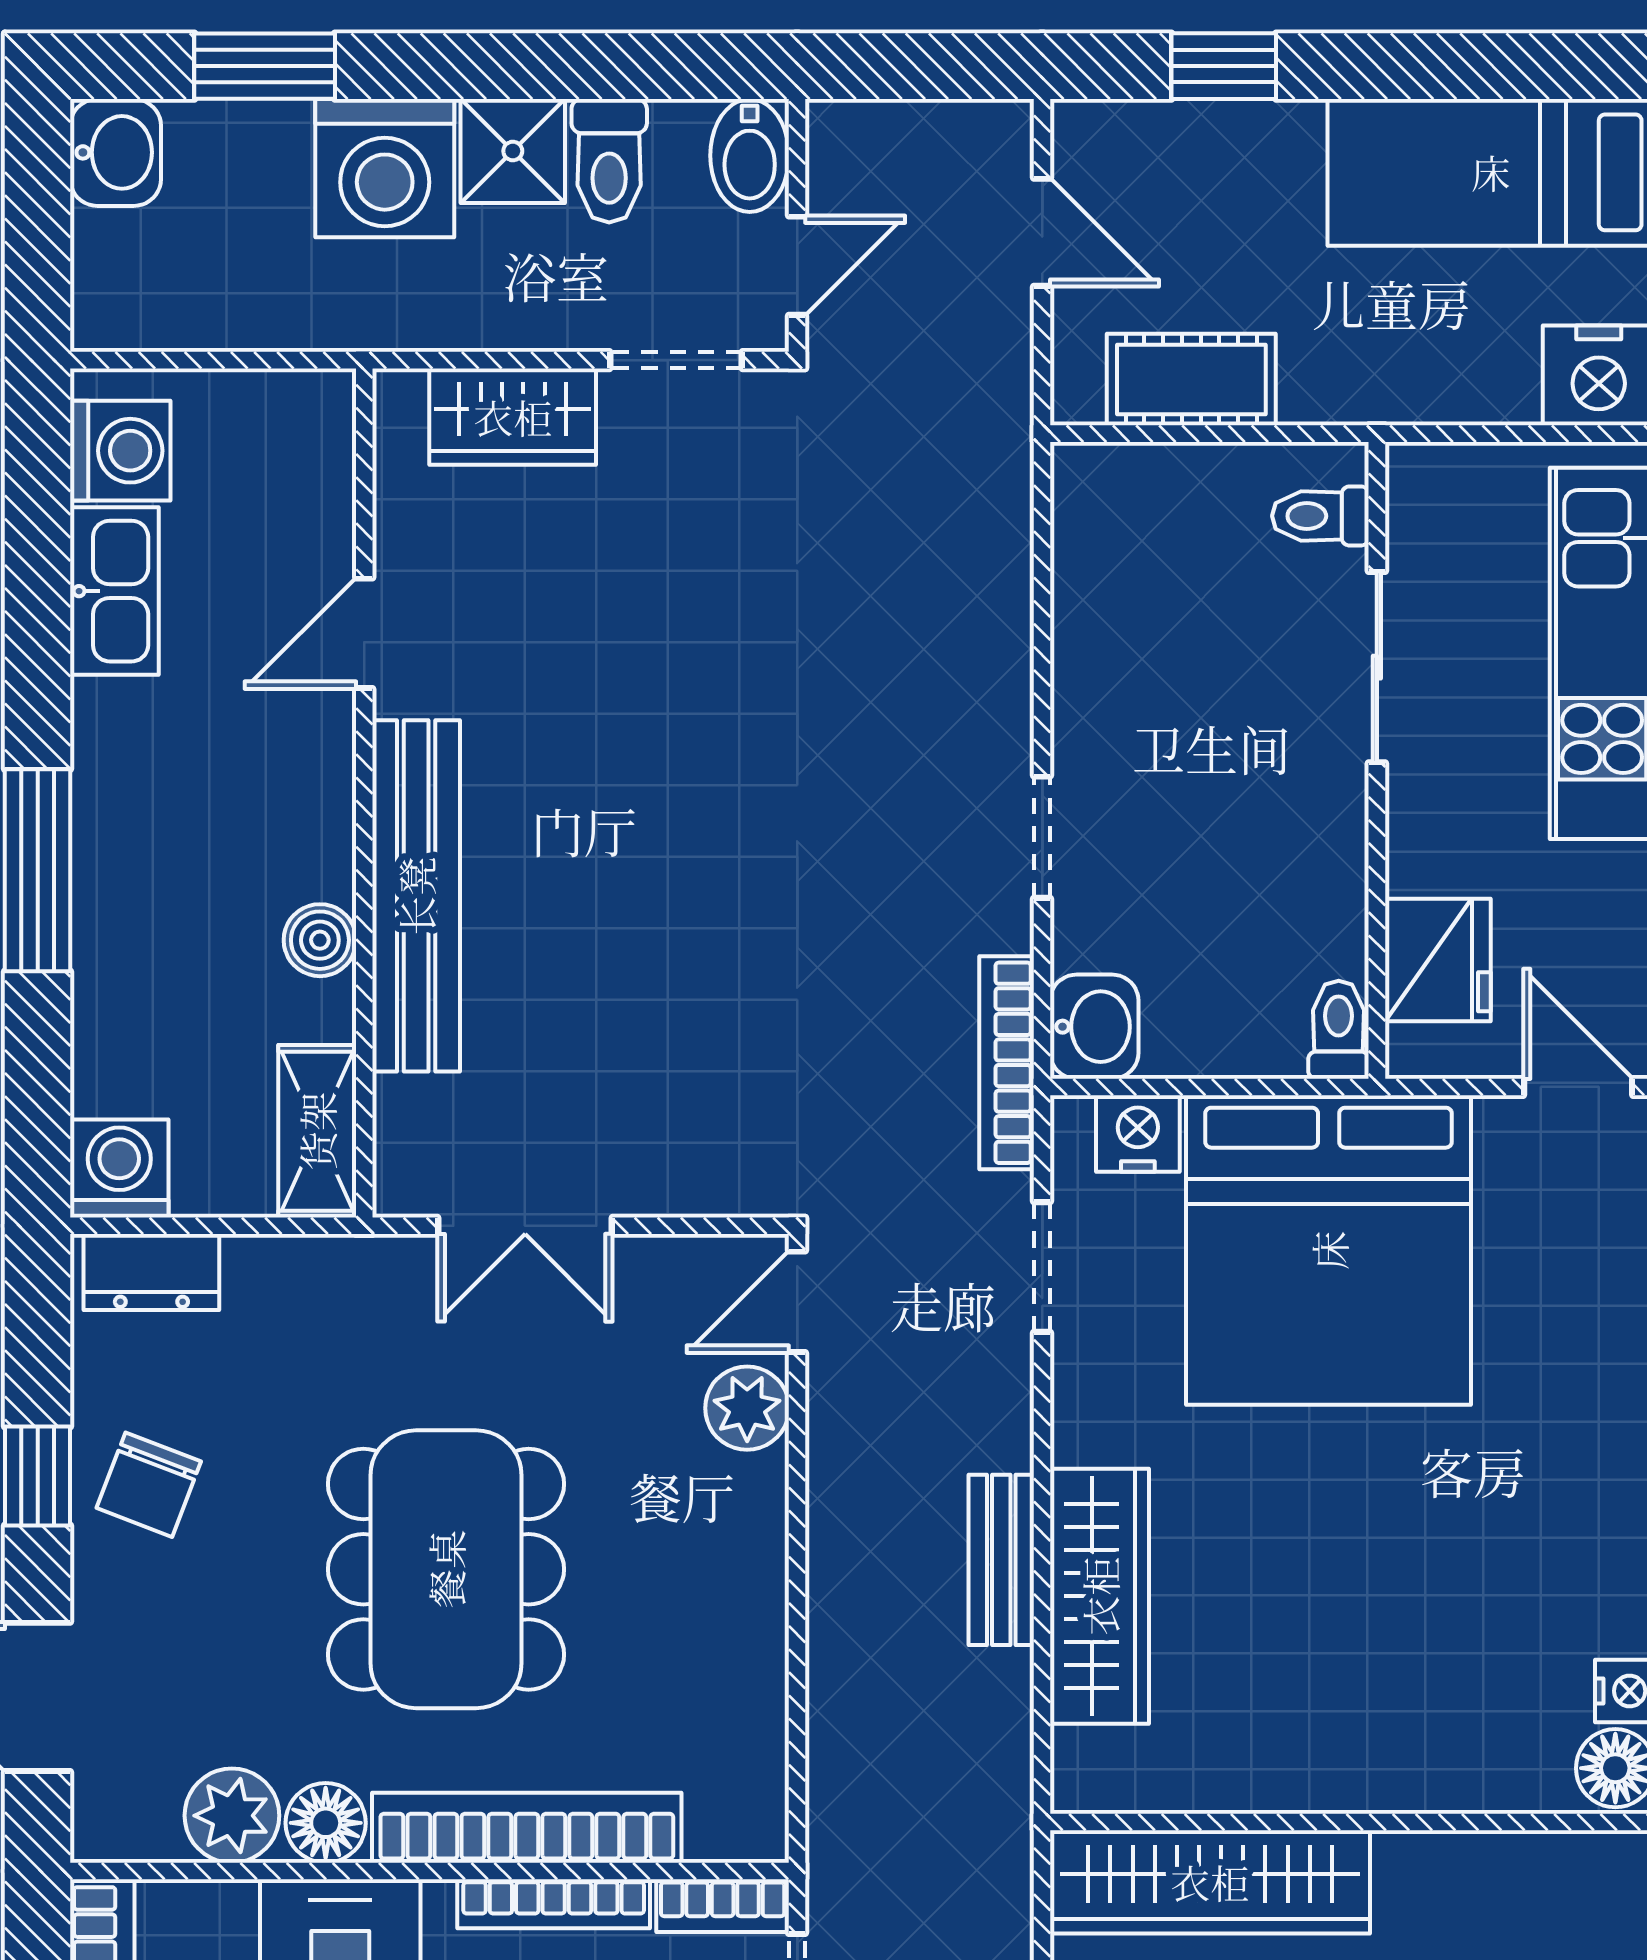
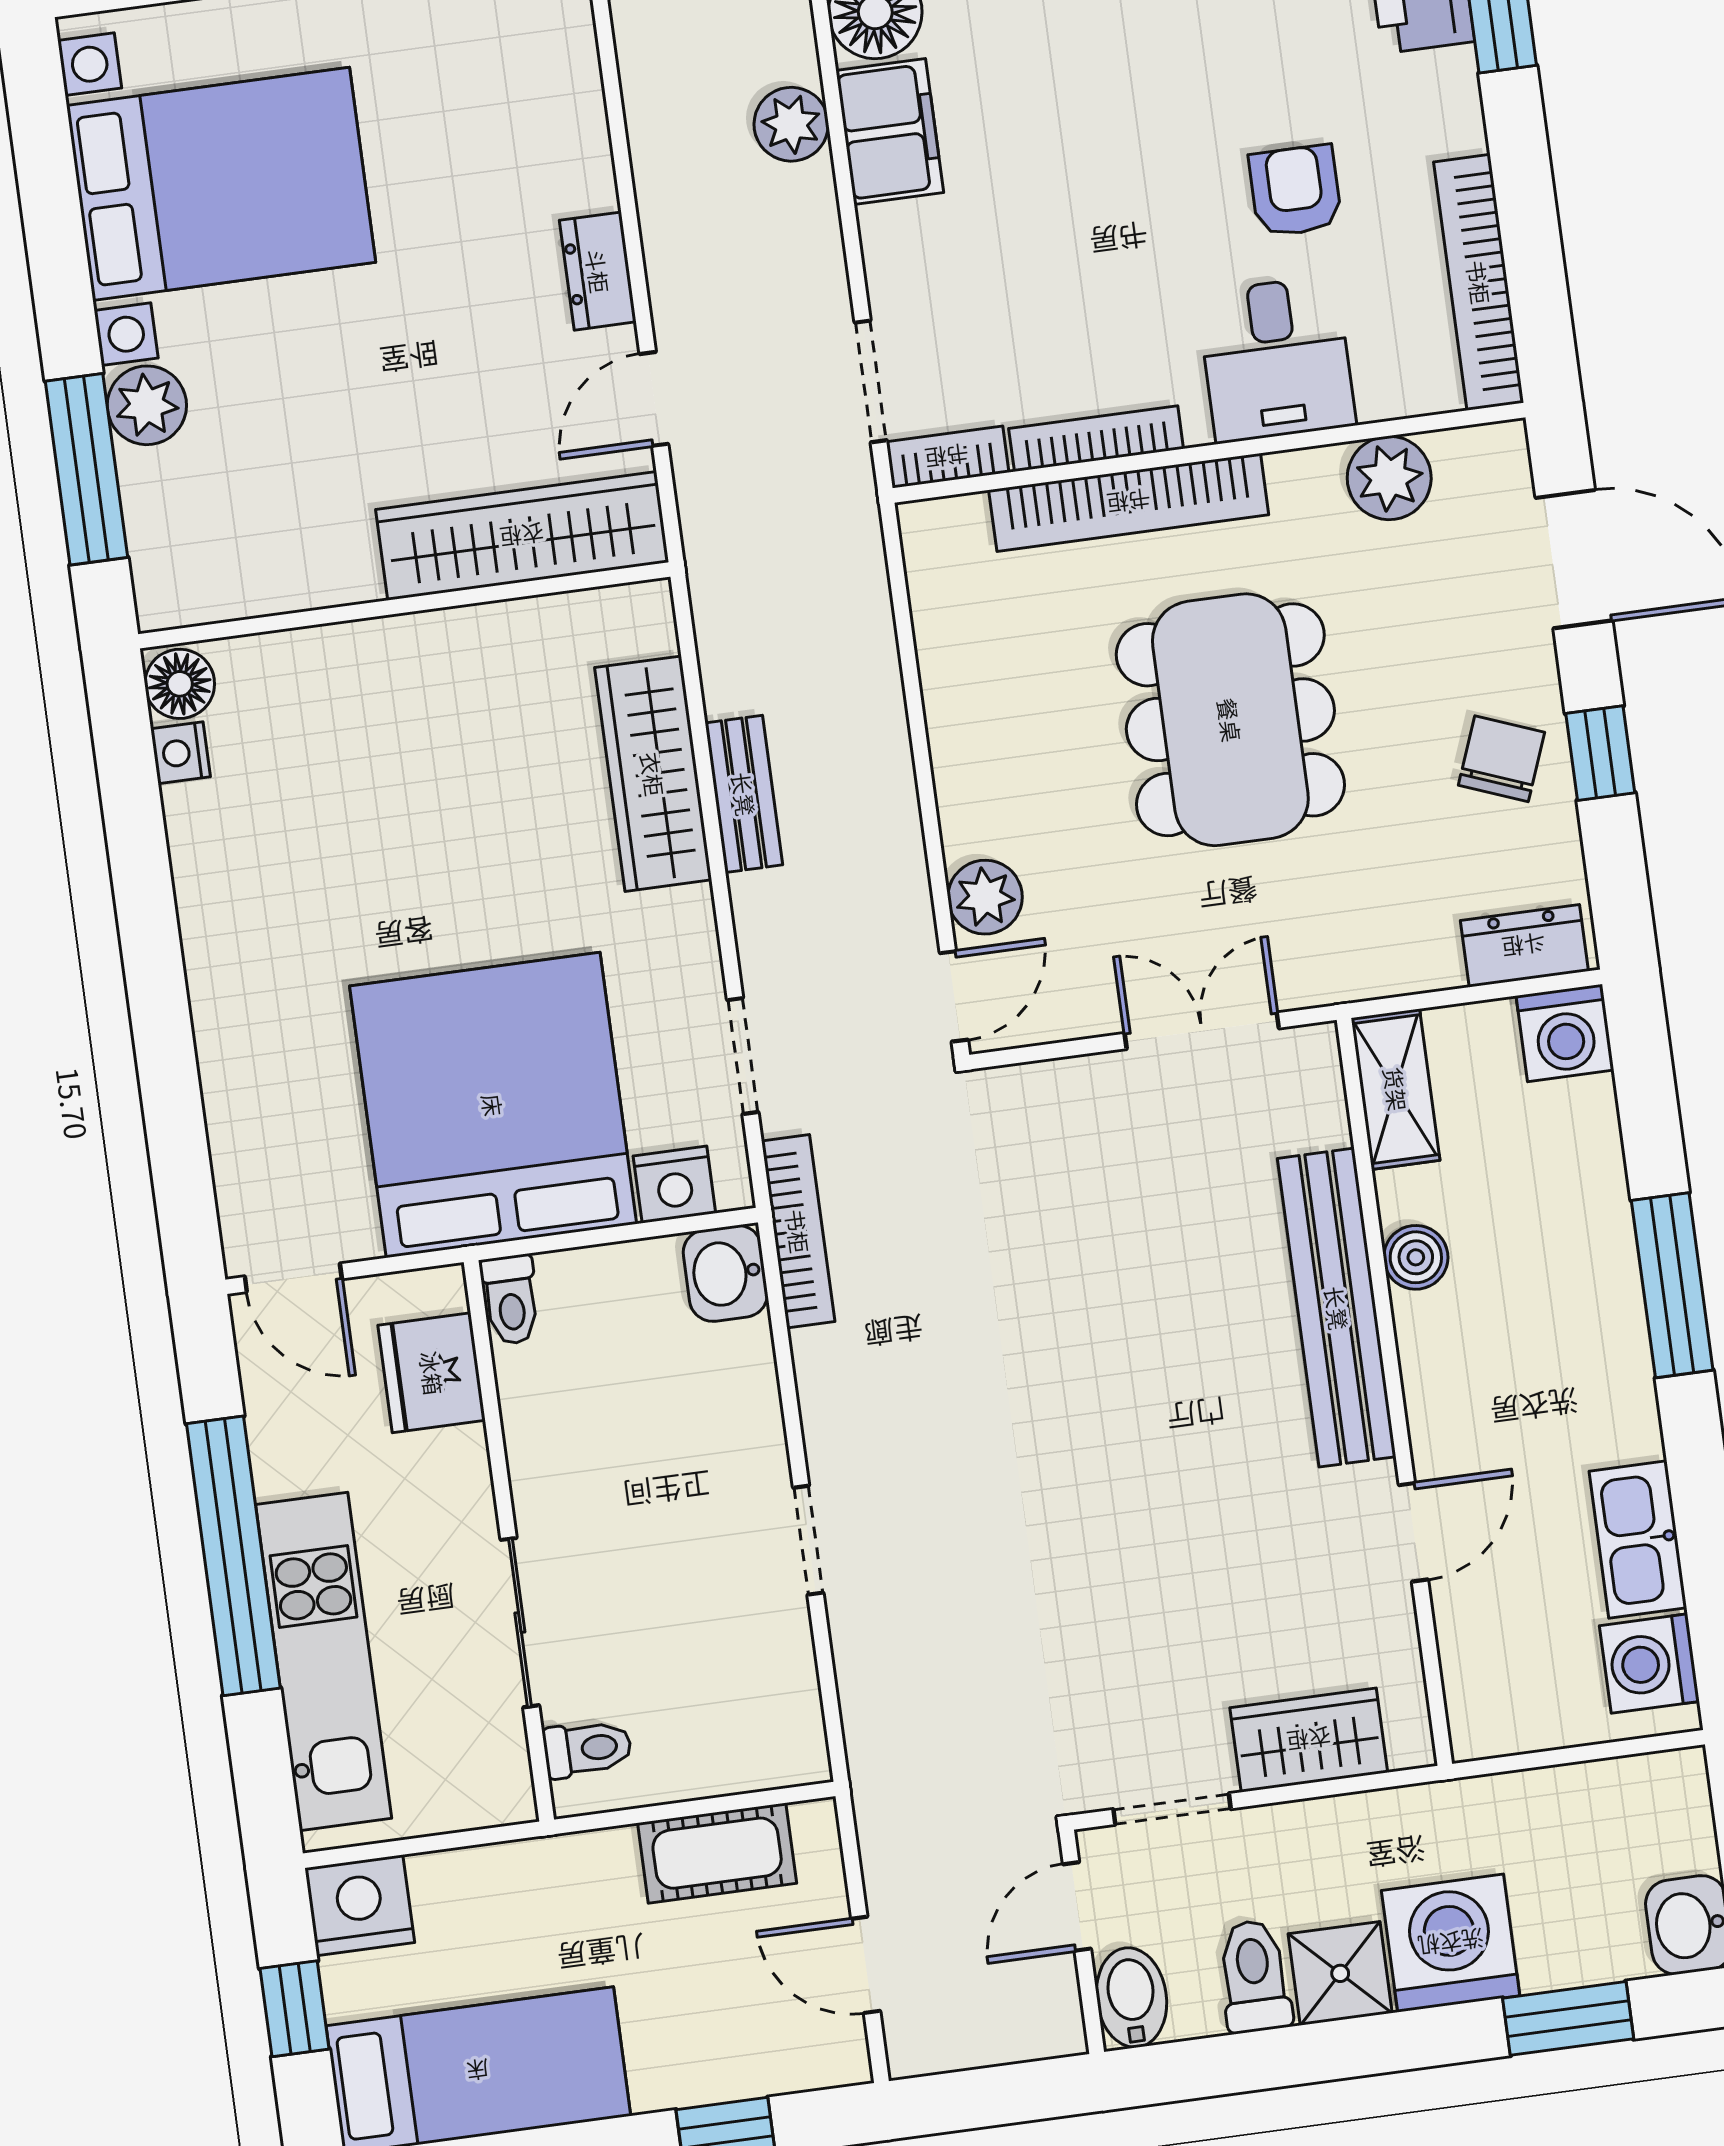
doorway: (1042, 837) -> (808, 1540), moved
floor lamp: (326, 1823) -> (1306, 483), removed

